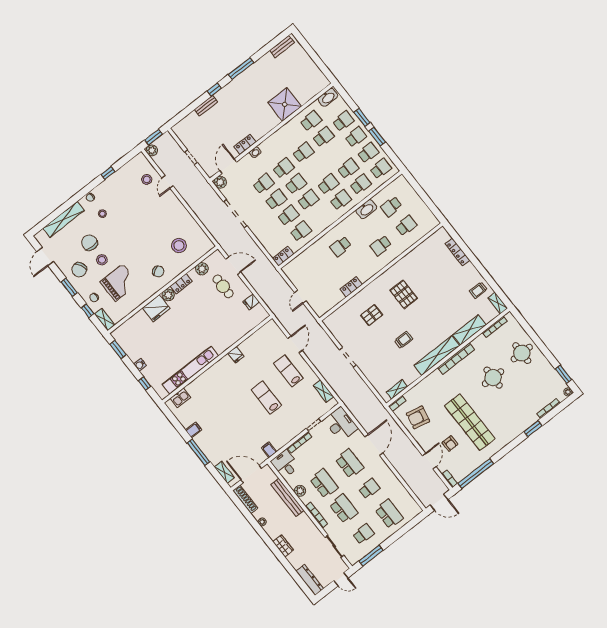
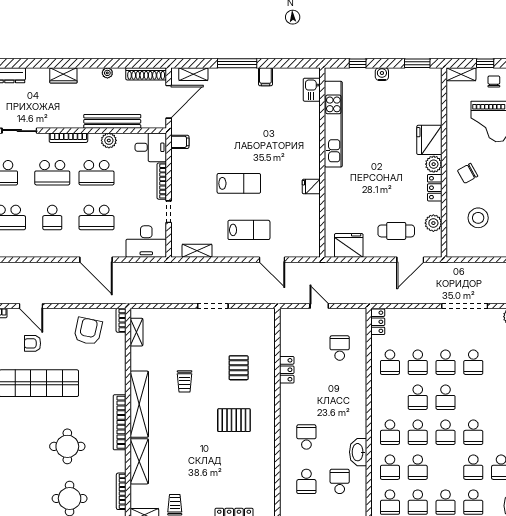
school desk: (283, 168) -> (446, 432), moved
school desk: (341, 246) -> (340, 348), moved
fridge: (251, 302) -> (349, 245), width x1.88, depth x1.34

